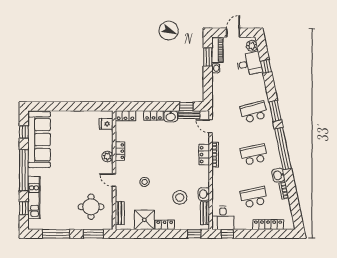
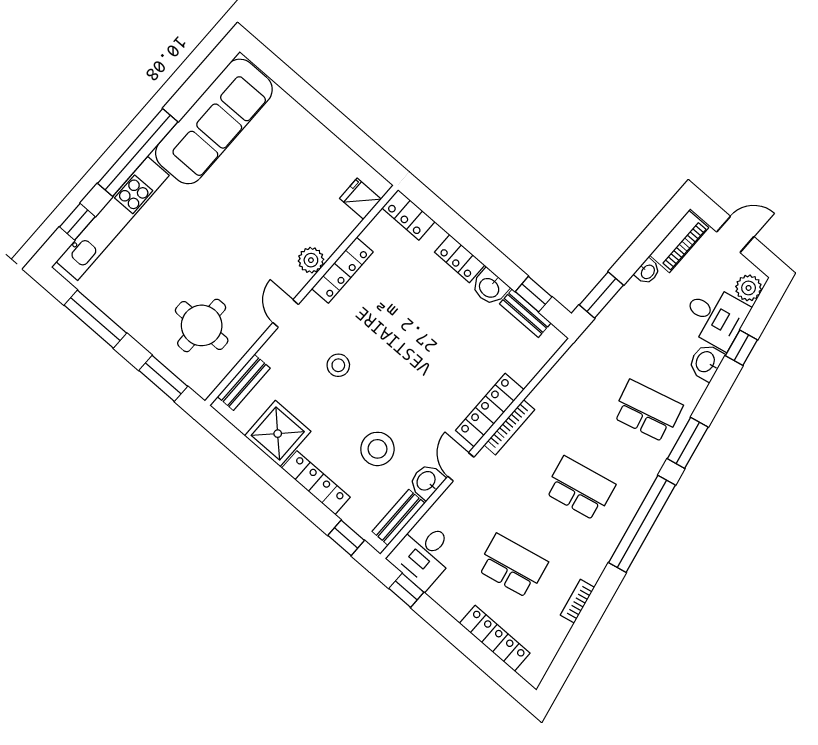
window: (208, 57) -> (601, 295), moved
door: (211, 126) -> (461, 467), moved
window: (24, 132) -> (198, 83), removed
locker: (120, 151) -> (342, 270), width x1.53
locker: (204, 155) -> (490, 410), width x1.53
washbasin: (278, 175) -> (706, 362), moved
kitchen unit: (34, 198) -> (113, 219), width x1.36
locker: (165, 225) -> (316, 483), width x1.53

